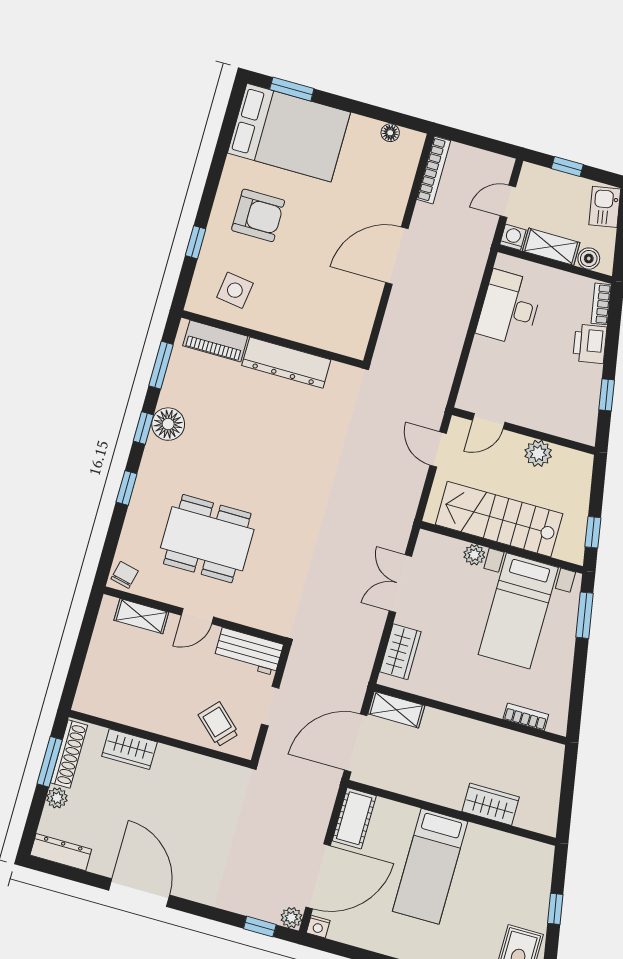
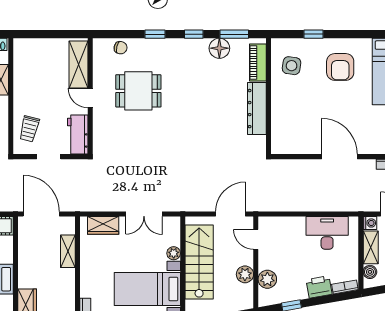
plant: (555, 421) -> (267, 279), added
floor lamp: (168, 424) -> (219, 48), moved
door: (438, 449) -> (231, 214), width x1.38
dining table: (207, 539) -> (138, 91), width x0.73
chair: (125, 575) -> (121, 48), moved
double door: (400, 584) -> (144, 214), swing flipped
shelving: (141, 616) -> (79, 65), width x1.50, depth x1.33
shelving: (396, 710) -> (68, 251), moved
trolley: (219, 724) -> (29, 129), turned 151

